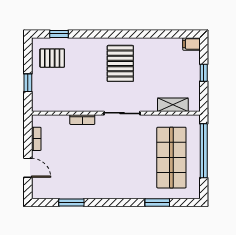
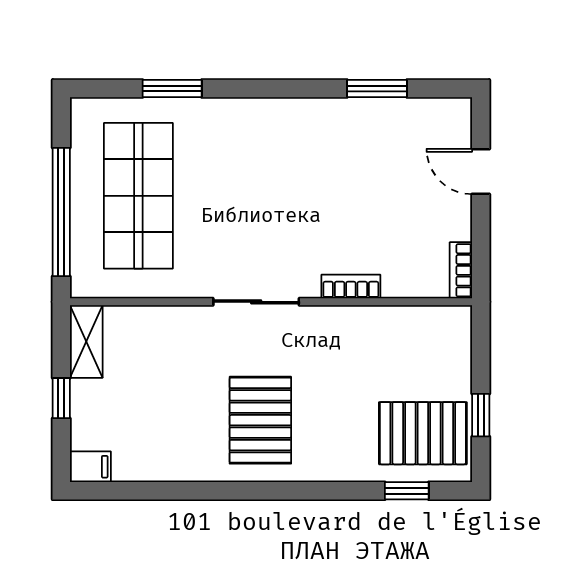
pallet: (52, 58) -> (423, 433), width x1.50, depth x1.42
window: (28, 83) -> (481, 415), moved
shelving: (173, 105) -> (86, 342), moved, turned 90
bookcase: (36, 139) -> (461, 270), moved

